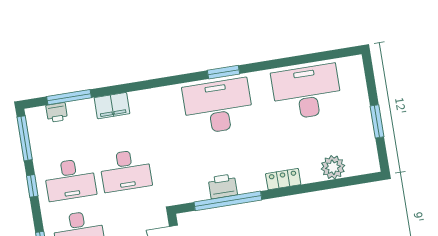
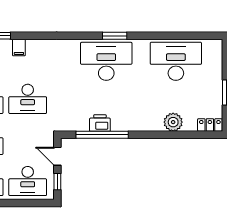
filing cabinet: (112, 106) -> (19, 48), width x0.50
plant: (333, 167) -> (173, 122), moved
locker: (283, 179) -> (210, 125), moved

